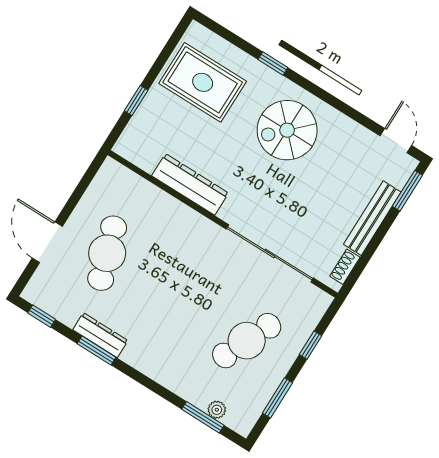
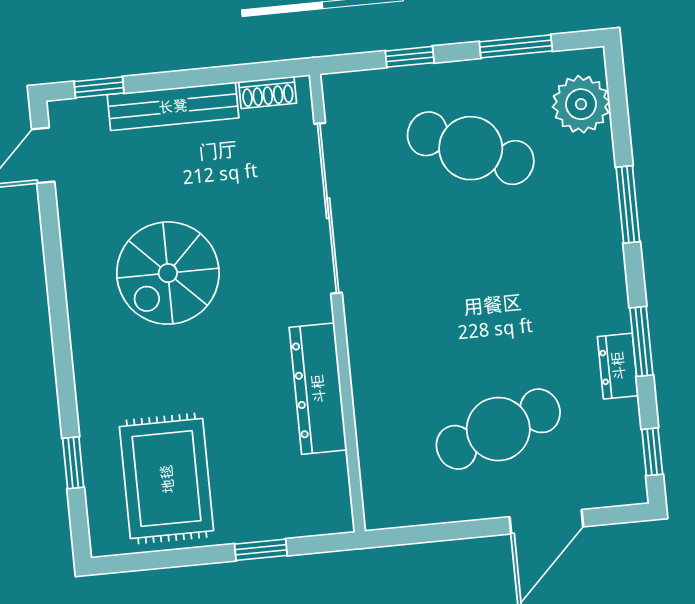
window: (273, 64) -> (73, 463), moved
spiral stairs: (287, 130) -> (168, 273), moved, turned 90
window: (407, 191) -> (99, 87), width x0.67
dresser: (100, 335) -> (618, 366), width x0.70
plant: (217, 410) -> (581, 104), width x1.87, depth x1.87
window: (203, 417) -> (628, 204), moved

